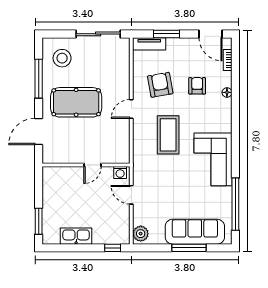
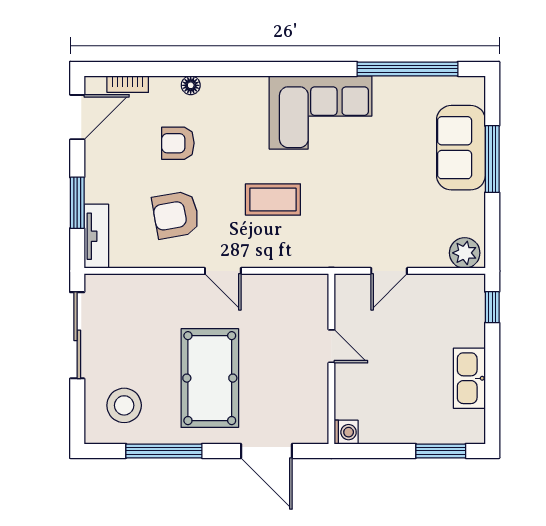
coffee table: (168, 135) -> (273, 200), width x0.73, depth x0.76
washing machine: (120, 173) -> (346, 432), moved
sofa: (195, 232) -> (461, 148), width x0.73

